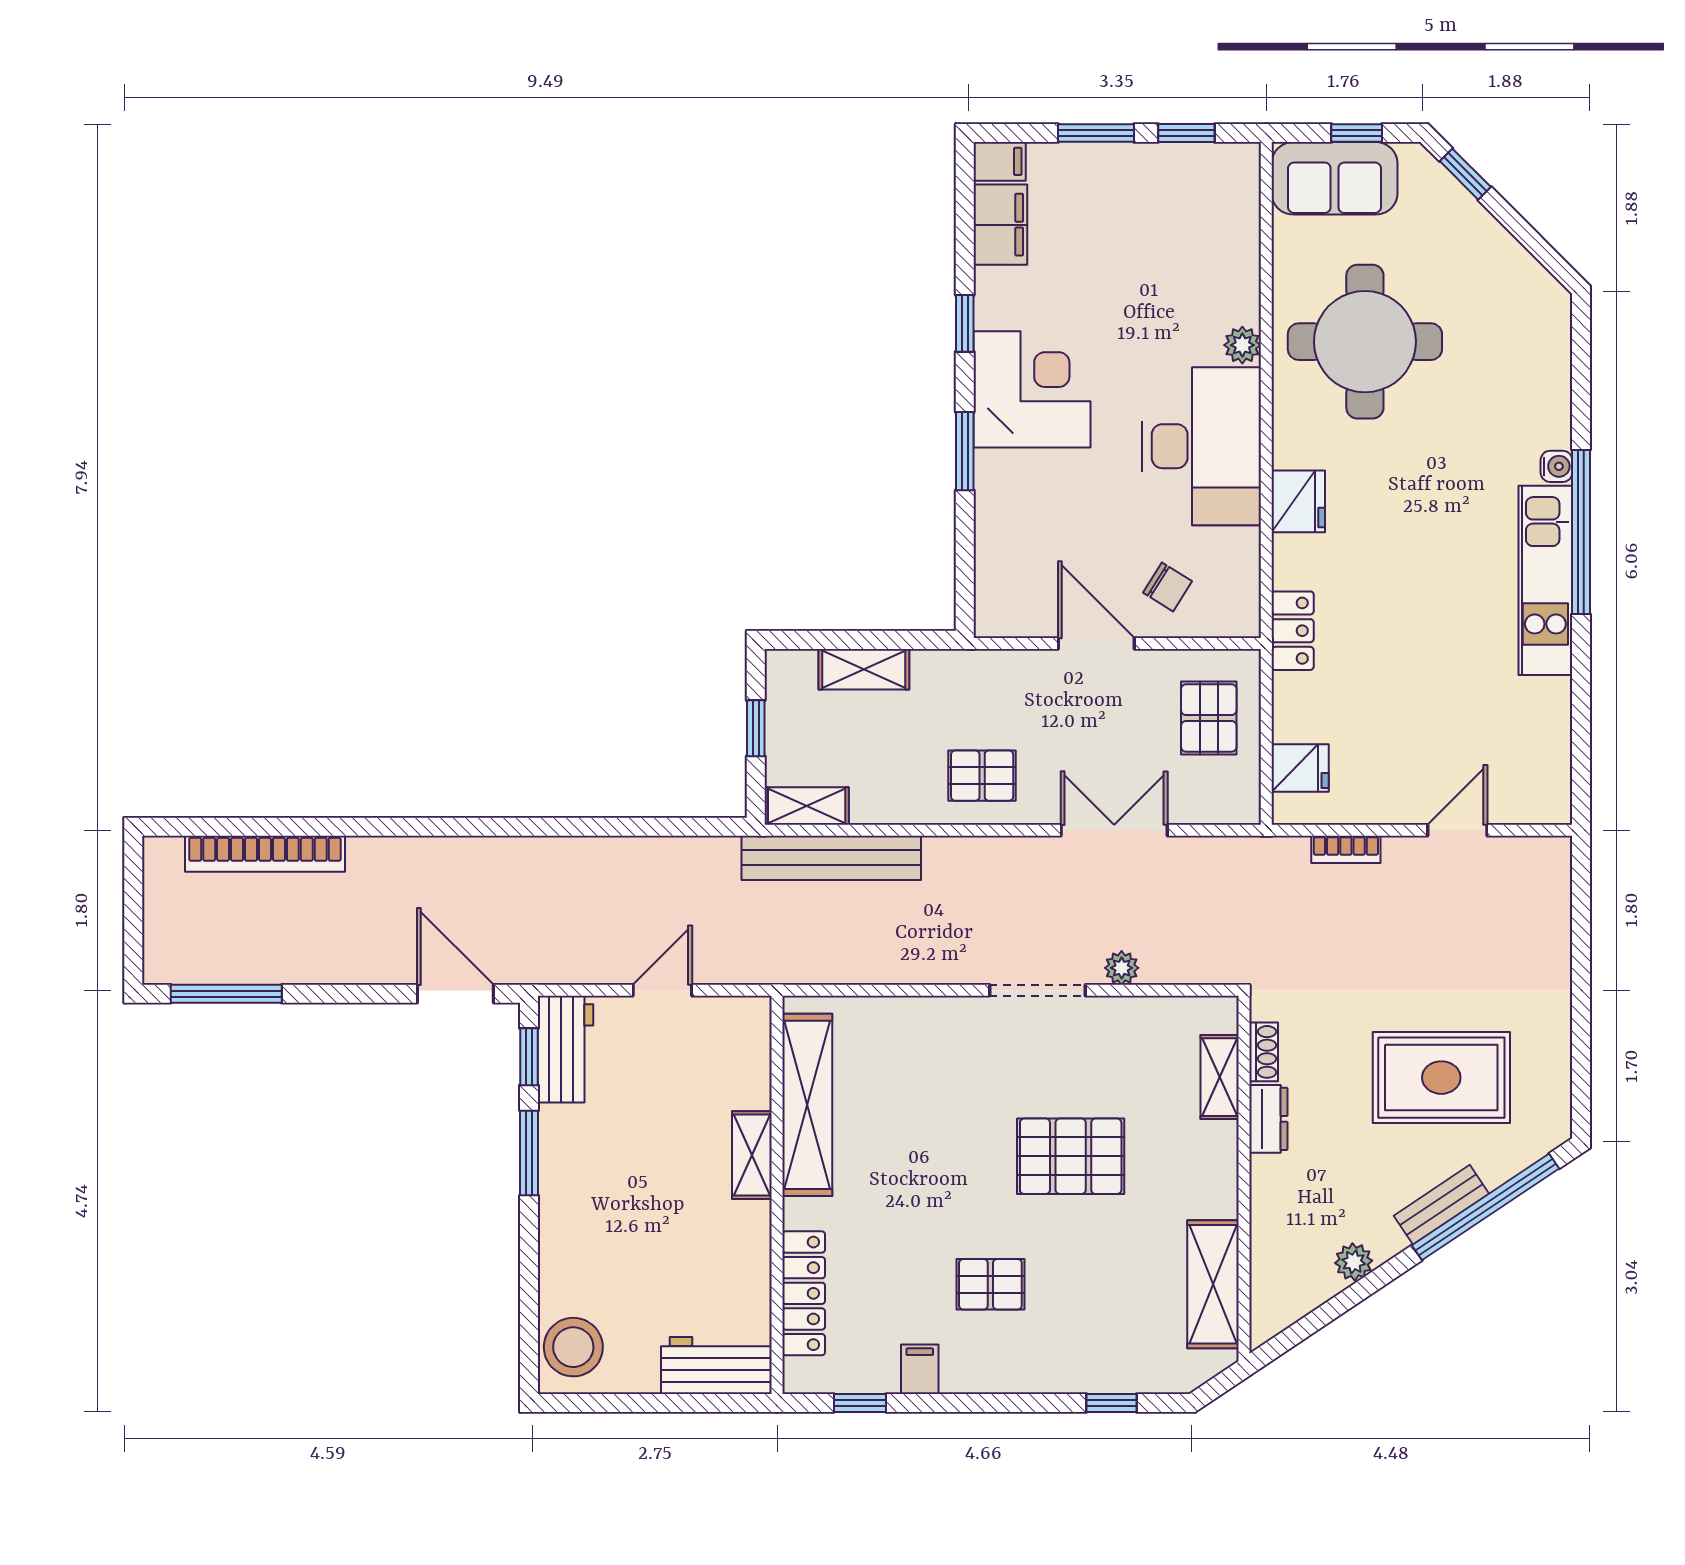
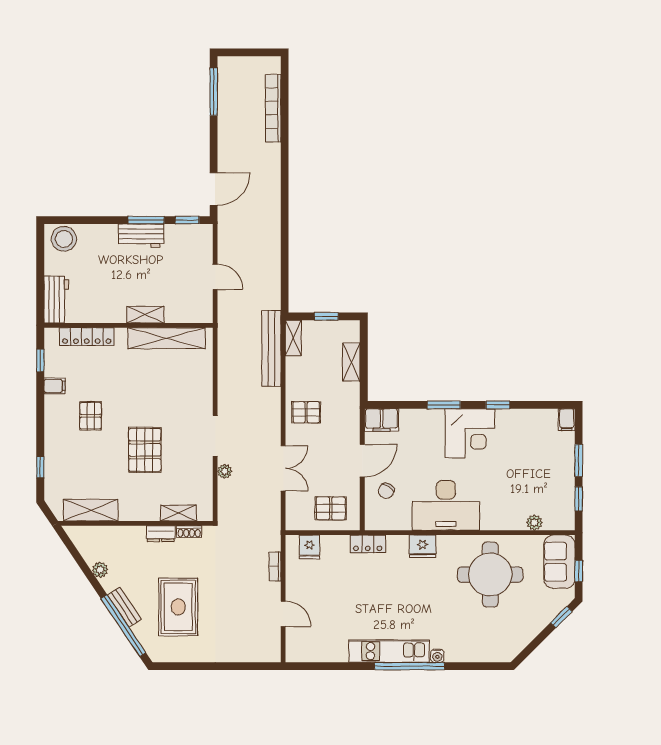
filing cabinet: (1000, 225) -> (382, 420), moved
plant: (1242, 345) -> (534, 523), moved
pallet: (982, 776) -> (306, 412), turned 90
workbench: (565, 1049) -> (141, 236), moved

